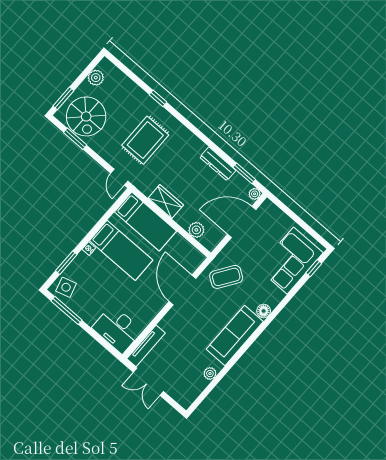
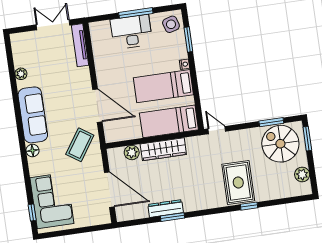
rug: (145, 140) -> (238, 182), moved
window: (244, 173) -> (172, 217), moved
plant: (255, 194) -> (122, 216), removed
wardrobe: (166, 202) -> (163, 149), width x1.50
door: (242, 222) -> (109, 190), hinge flipped
window: (67, 311) -> (136, 13), moved
desk: (117, 329) -> (131, 32), moved

